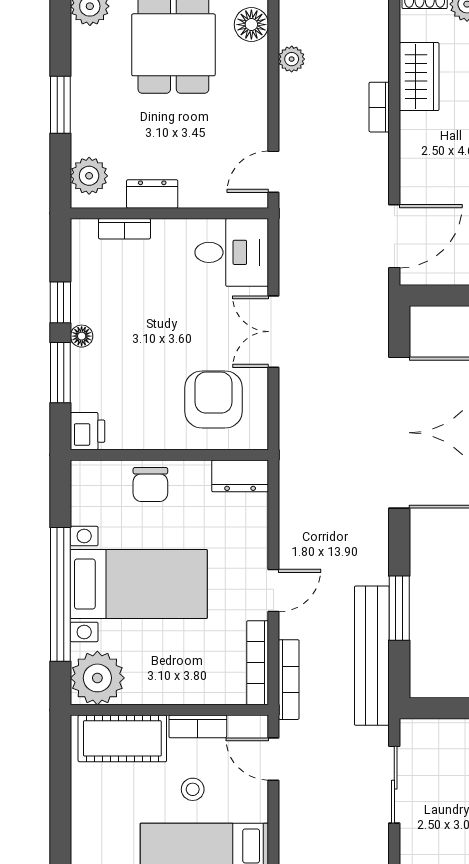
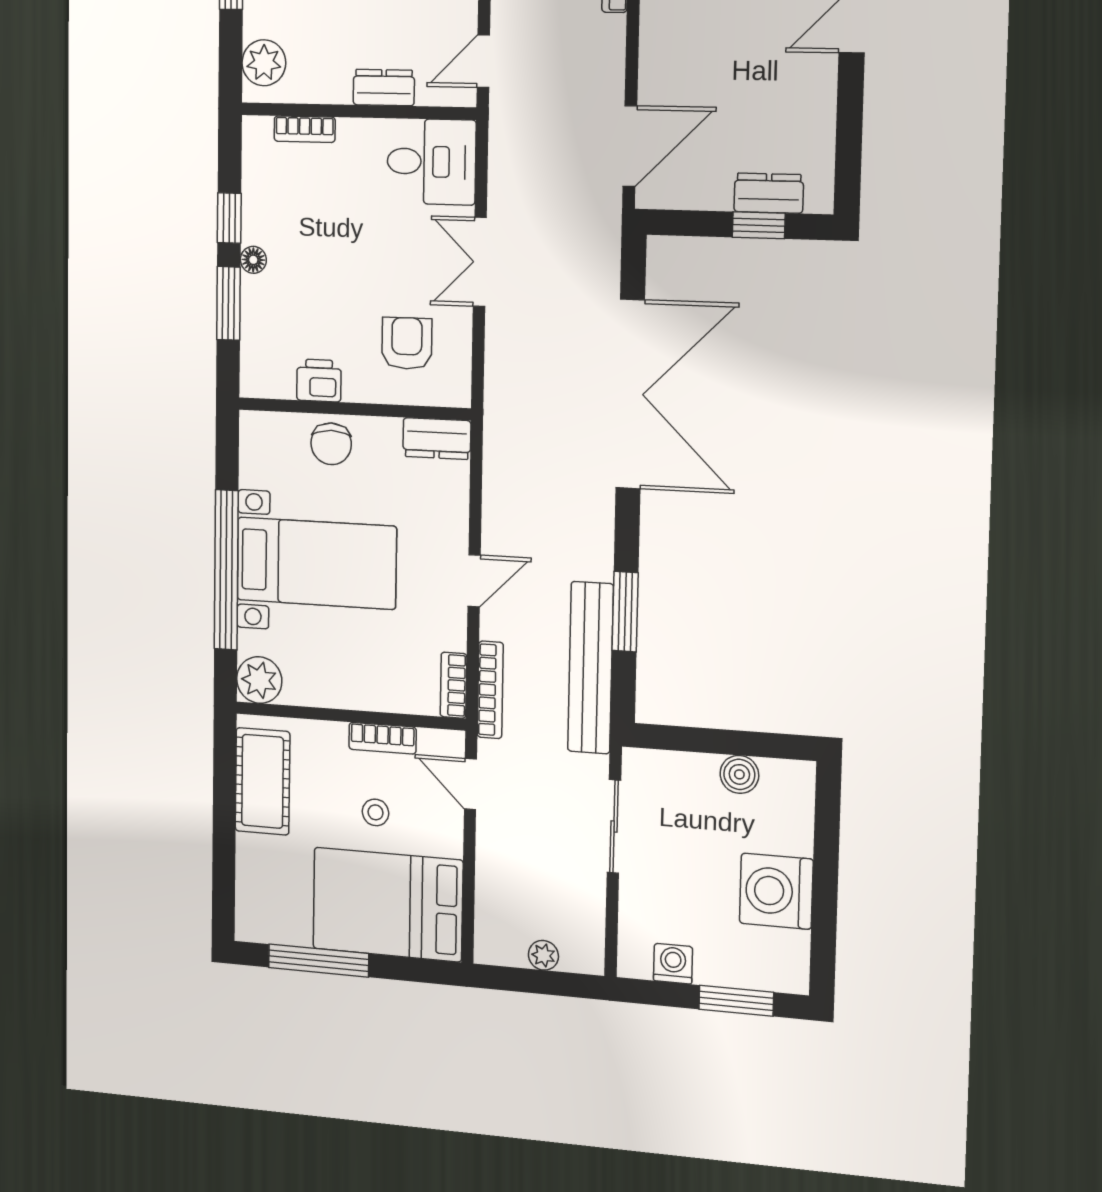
dresser: (152, 194) -> (384, 88), moved
armchair: (214, 399) -> (407, 343), width x0.72, depth x0.72
printer: (88, 431) -> (319, 380), moved, turned -90
bookcase: (258, 663) -> (453, 685), width x0.64
plant: (97, 678) -> (259, 680), width x0.73, depth x0.73
cot: (122, 738) -> (263, 781), moved, turned 90

